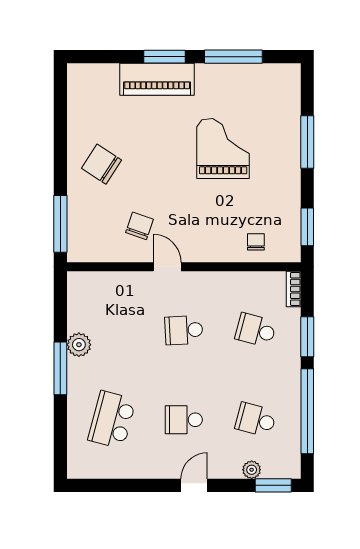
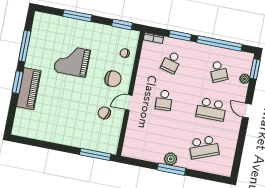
chair: (101, 164) -> (113, 79), moved, turned -123
plant: (79, 345) -> (171, 159), moved
school desk: (112, 420) -> (204, 147), turned -36
school desk: (184, 420) -> (211, 109), width x1.85
school desk: (256, 420) -> (219, 71), turned -39

